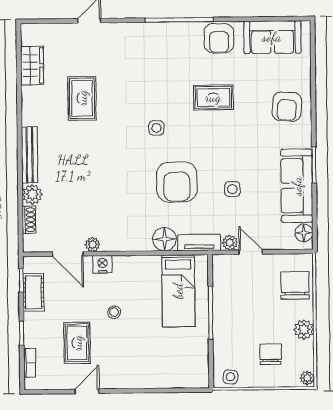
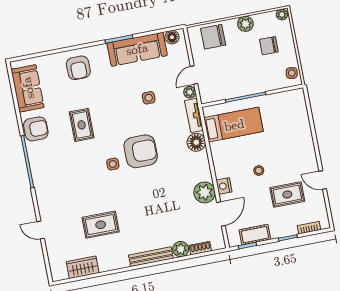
armchair: (287, 107) -> (78, 68), turned 86
armchair: (177, 182) -> (141, 151), moved
plant: (93, 244) -> (205, 192), width x1.88, depth x1.88

